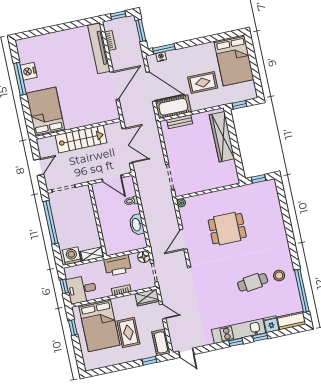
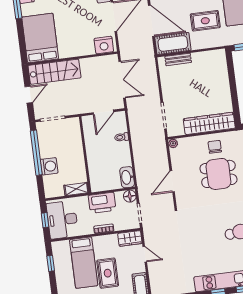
nightstand: (107, 114) -> (104, 45), added
wardrobe: (222, 137) -> (209, 123), moved, turned 90
stairs: (81, 139) -> (54, 72), moved
door: (112, 178) -> (103, 112), hinge flipped
chair: (222, 203) -> (215, 147), added
washbasin: (137, 225) -> (127, 177), moved
washing machine: (72, 256) -> (49, 166), moved, turned 90
desk: (82, 289) -> (62, 220), width x1.37
bed: (99, 325) -> (84, 263), width x0.67

